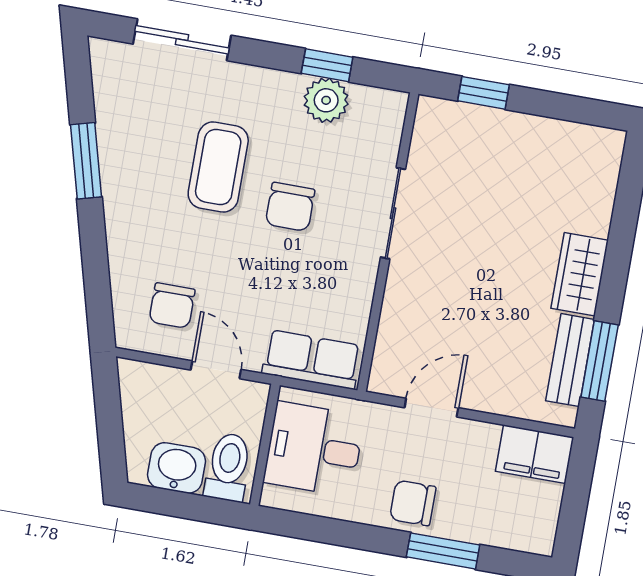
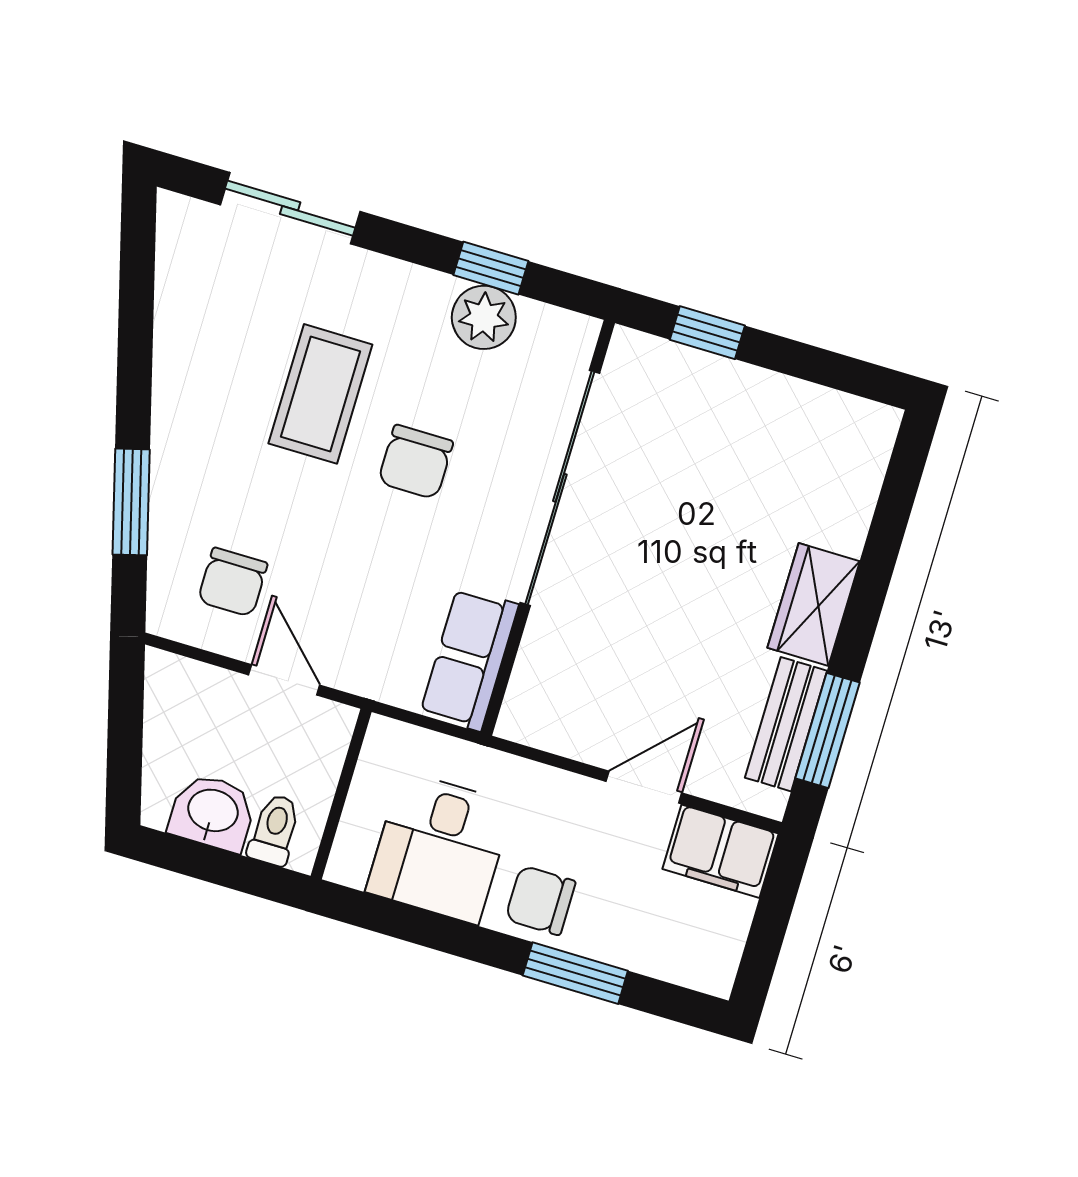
window: (86, 161) -> (131, 502), moved
sliding door: (393, 213) -> (560, 488), width x1.86
row of seats: (312, 360) -> (469, 659), moved, turned -90
door: (431, 408) -> (644, 787), moved
desk: (314, 449) -> (440, 848), moved, turned -90
toilet: (228, 467) -> (274, 830), width x0.73, depth x0.72

